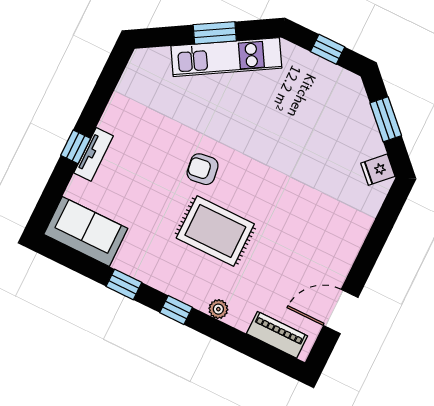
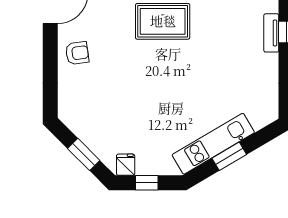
armchair: (203, 169) -> (77, 53), moved
fridge: (378, 170) -> (126, 165), moved, turned -45

